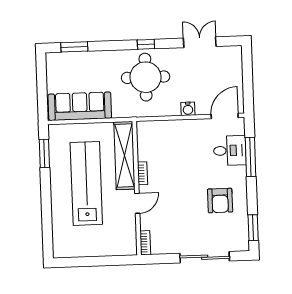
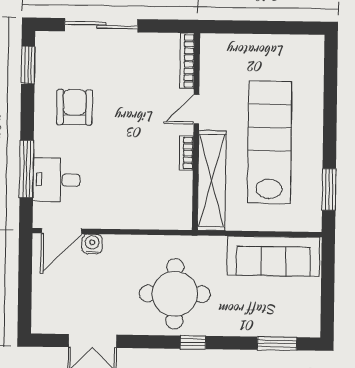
window: (146, 44) -> (193, 342), moved
water cooler: (188, 109) -> (92, 244), moved
lab bench: (86, 183) -> (270, 142), turned 180
bookcase: (145, 243) -> (187, 61), width x1.56

